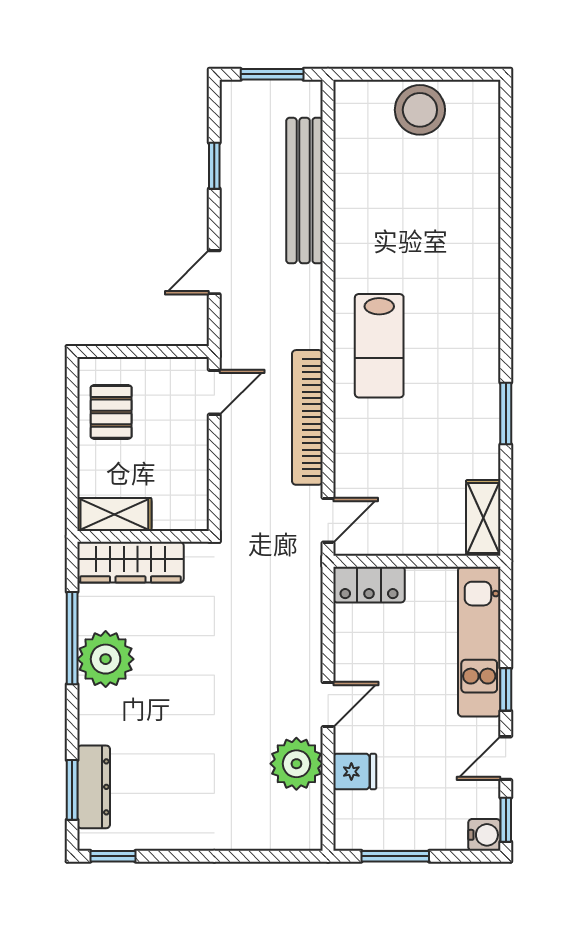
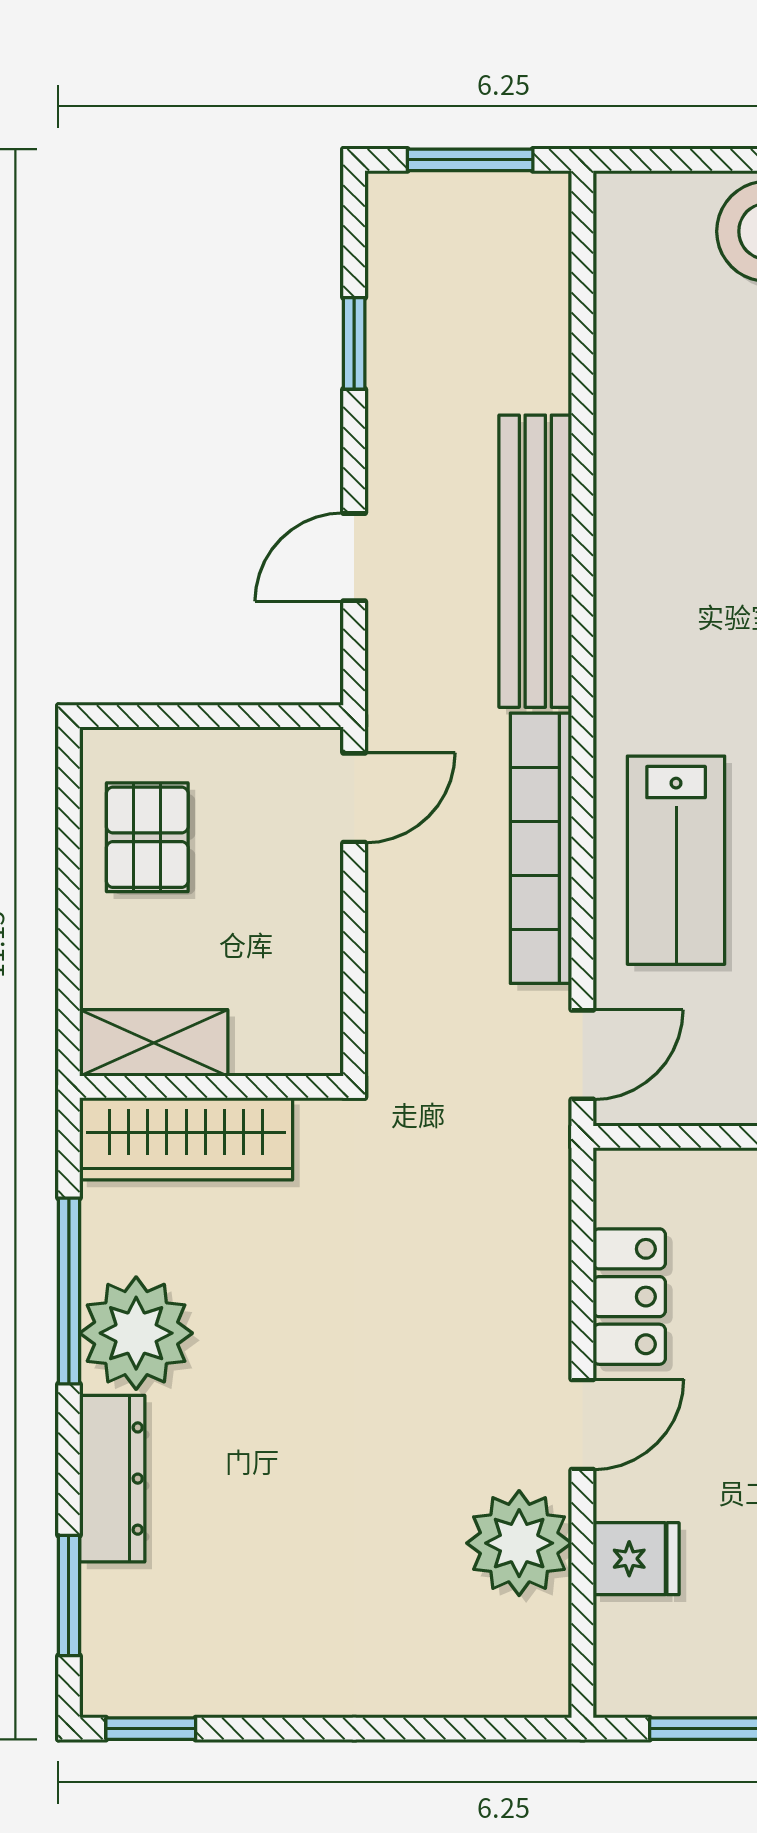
bench: (305, 191) -> (535, 561), moved
lab bench: (379, 346) -> (676, 860), moved
locker: (369, 585) -> (629, 1297), moved, turned -90
dresser: (94, 787) -> (112, 1479), moved

